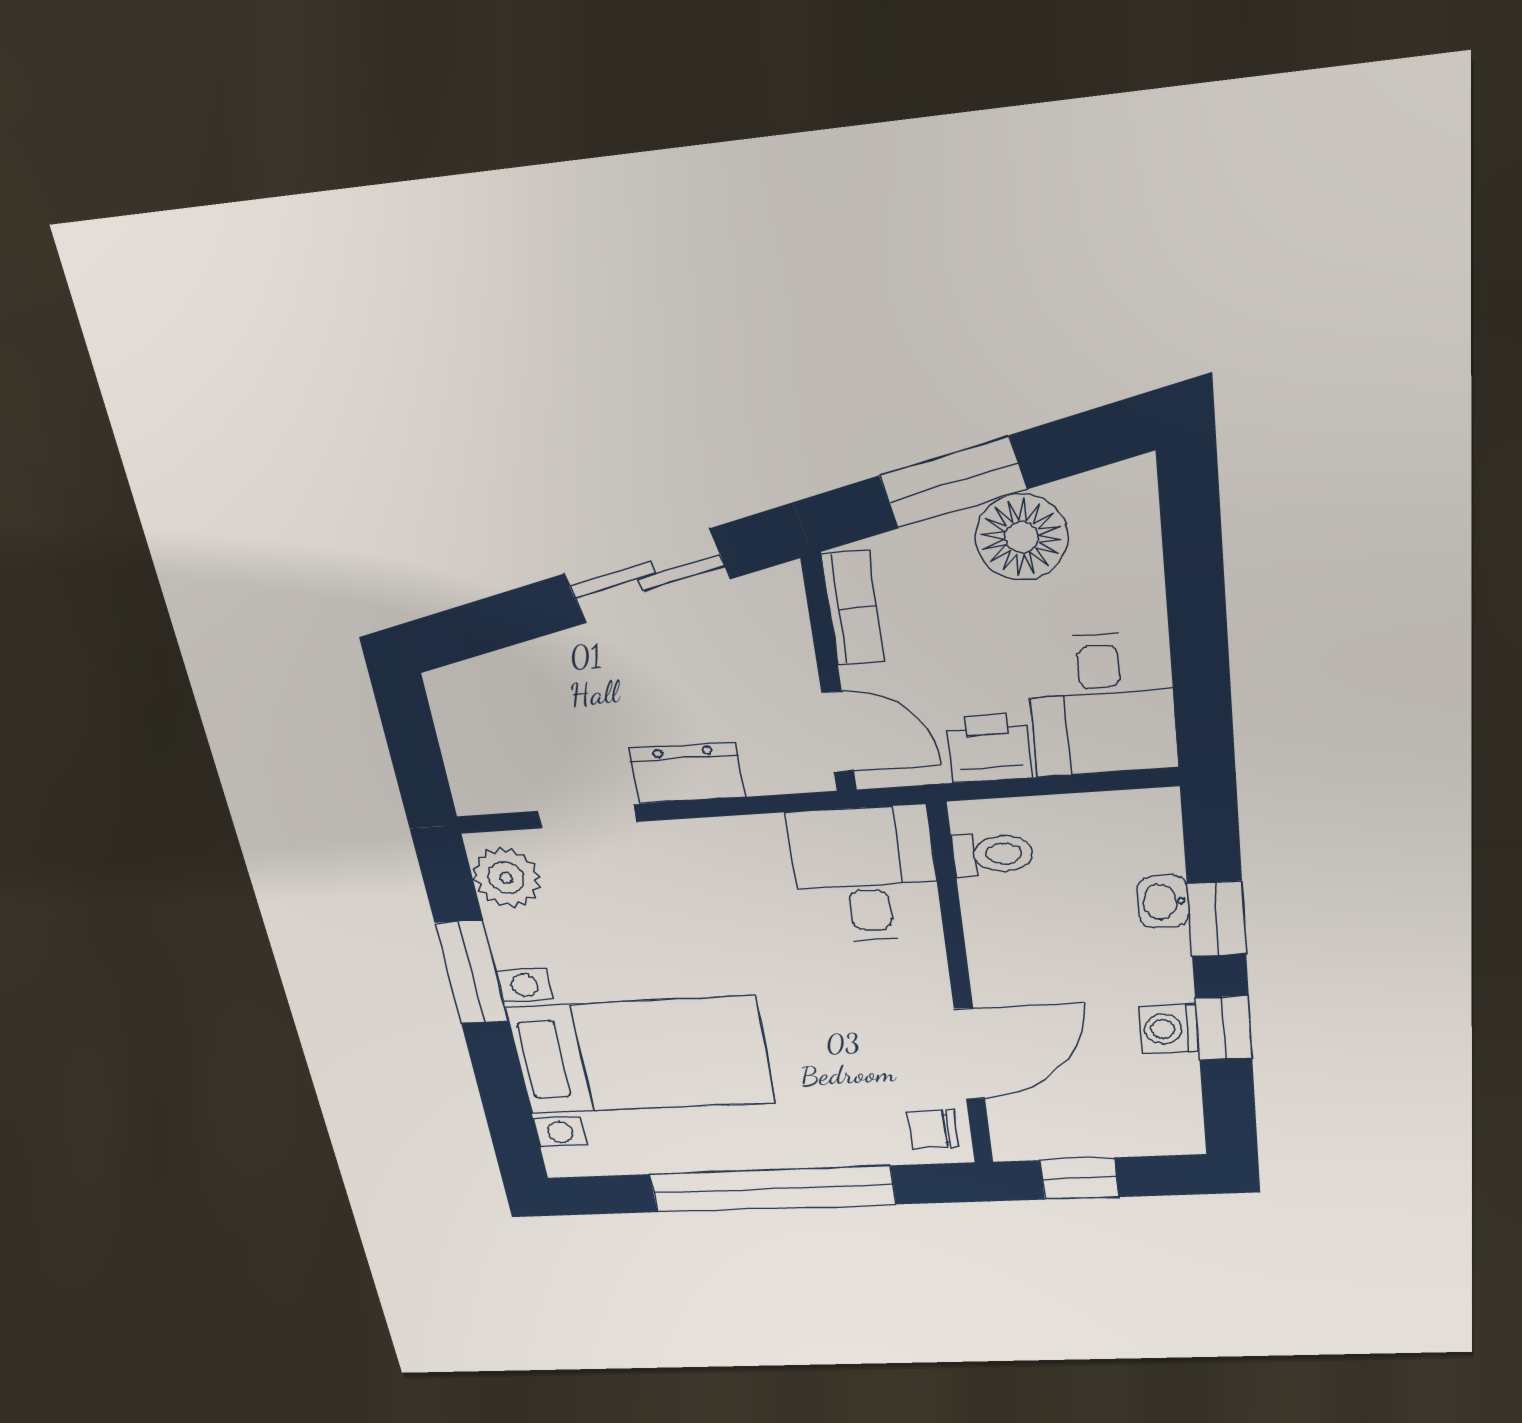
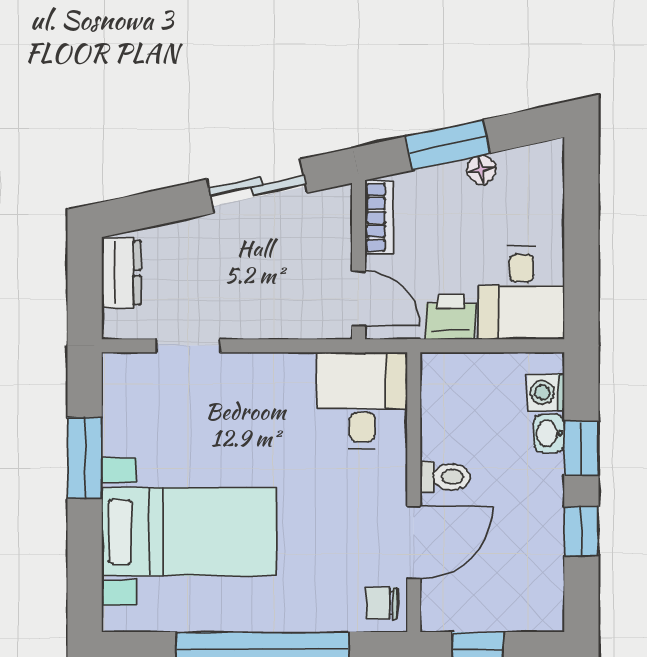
floor lamp: (1022, 537) -> (481, 170), width x0.53, depth x0.53
dresser: (687, 773) -> (121, 273), moved, turned 90
toilet: (993, 854) -> (445, 477), moved
plant: (506, 878) -> (125, 387), removed
washing machine: (1169, 1029) -> (546, 392), moved

